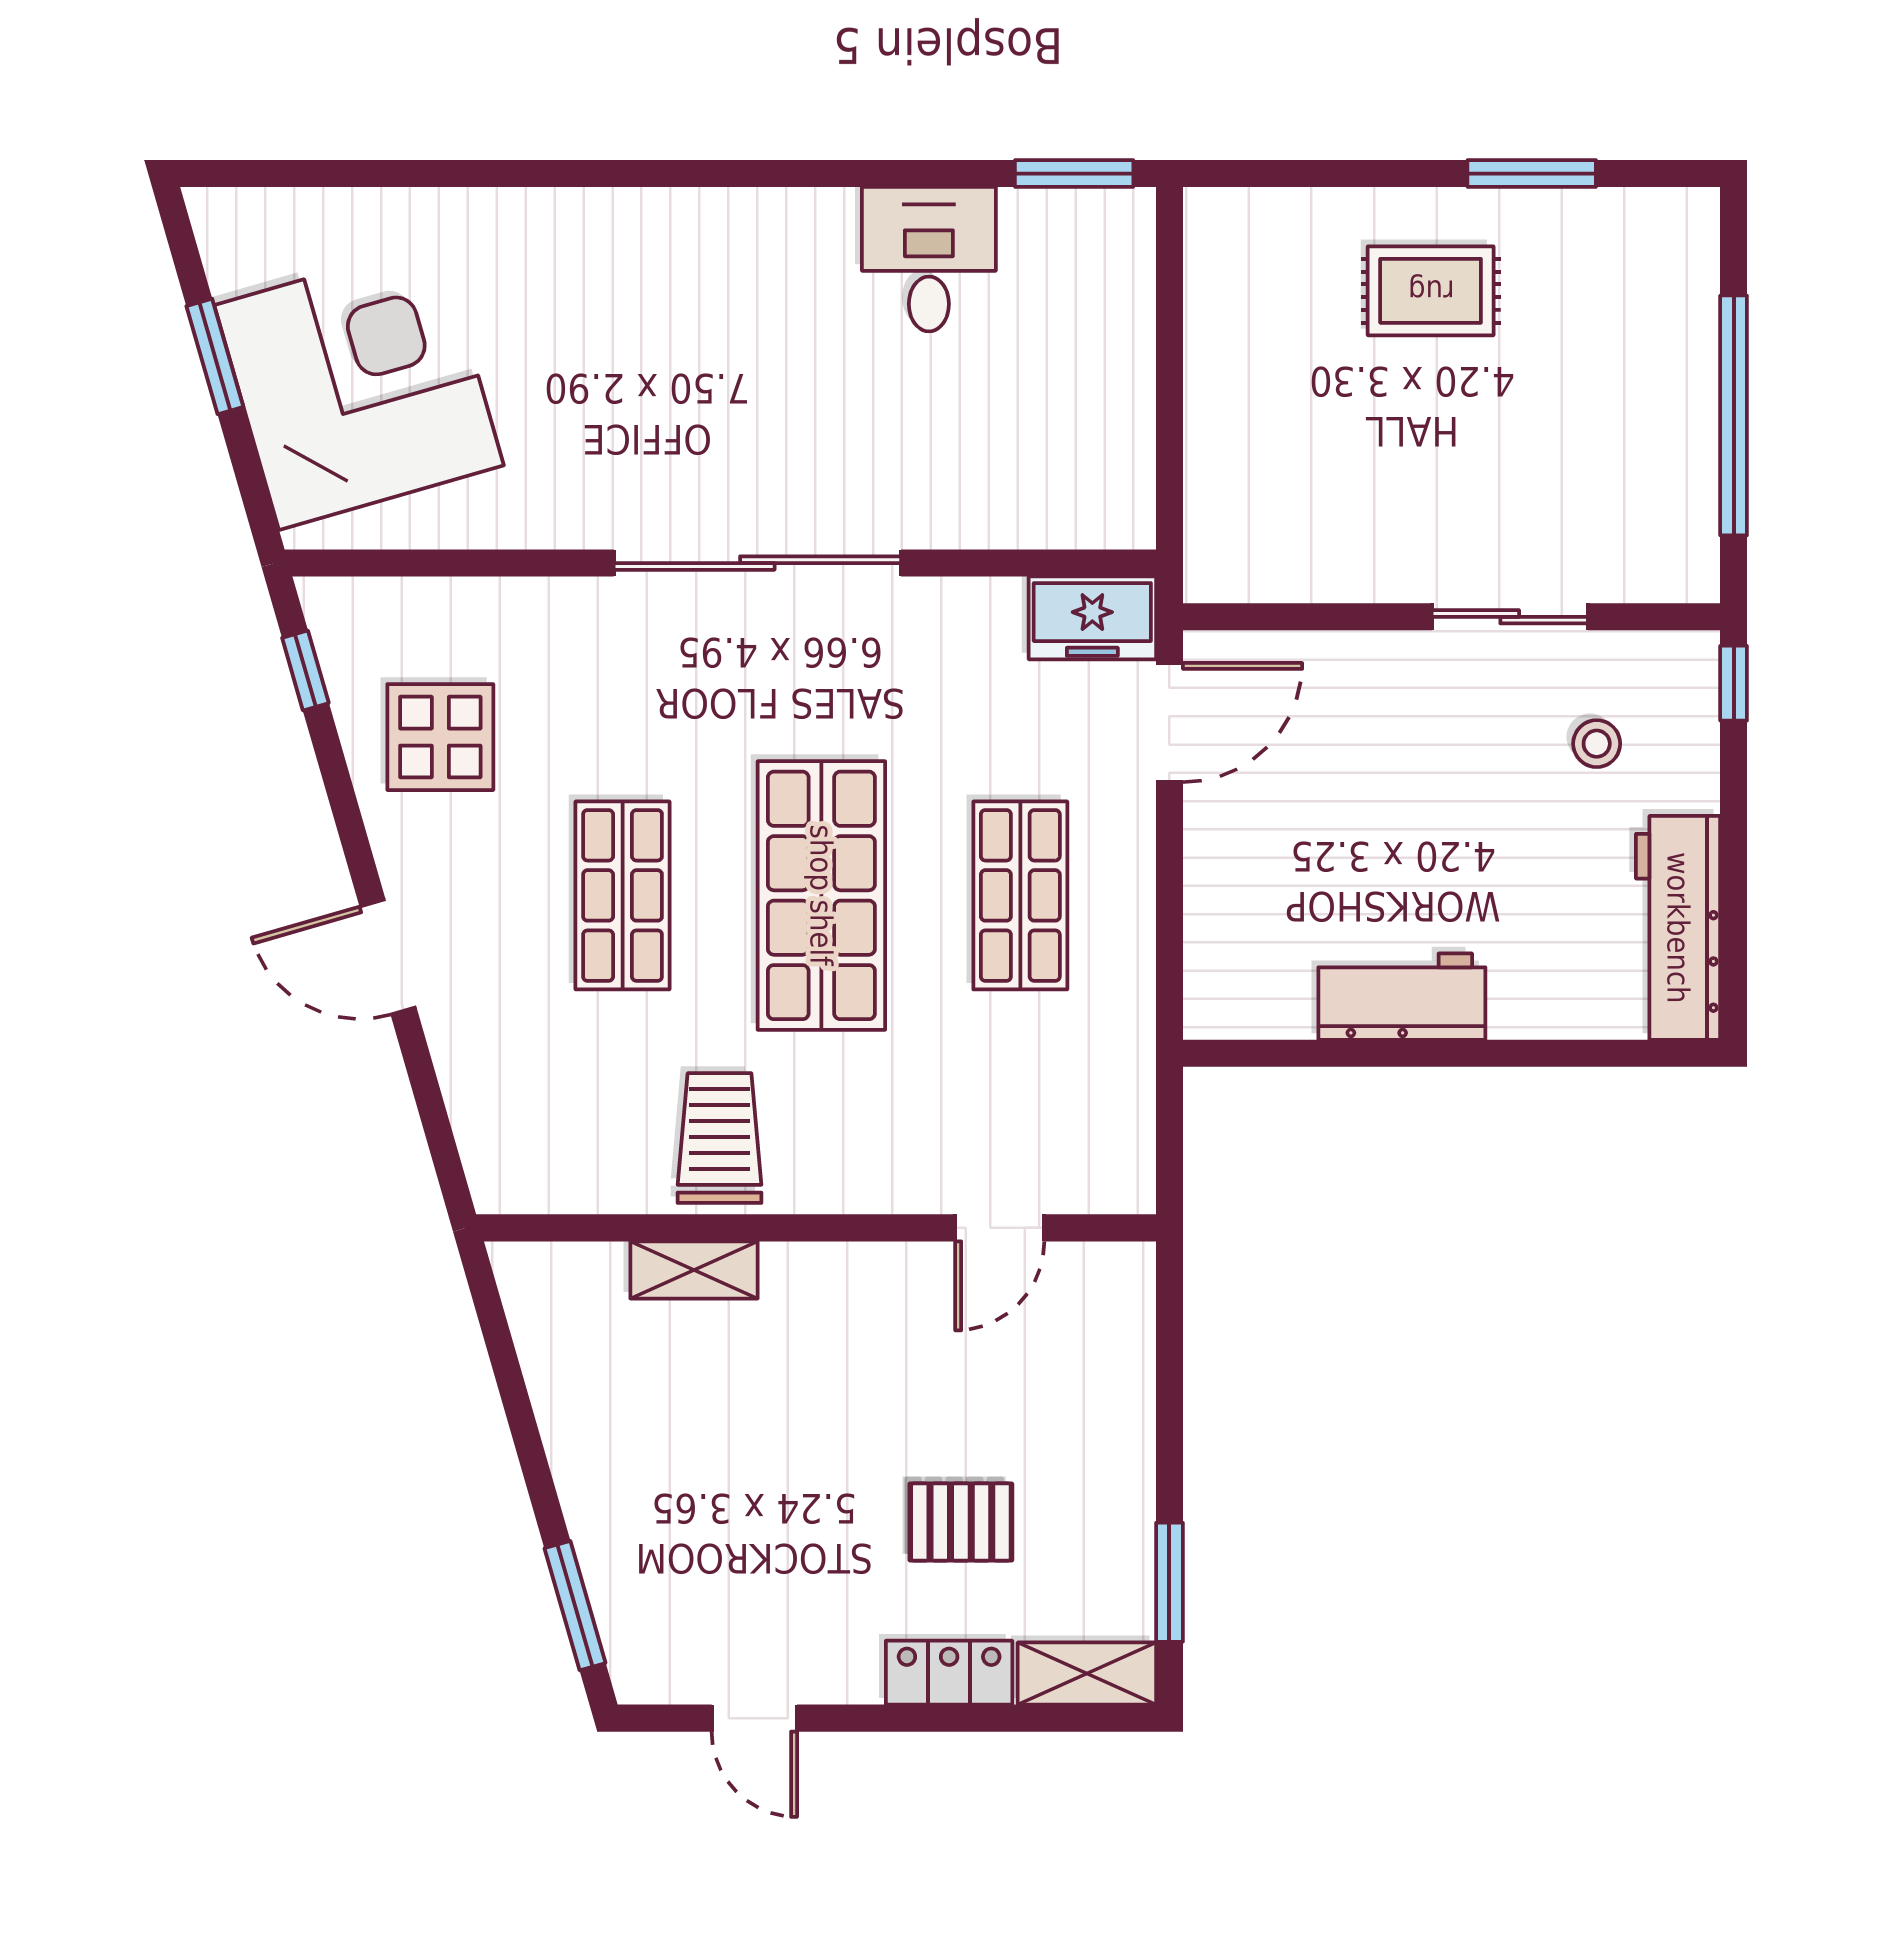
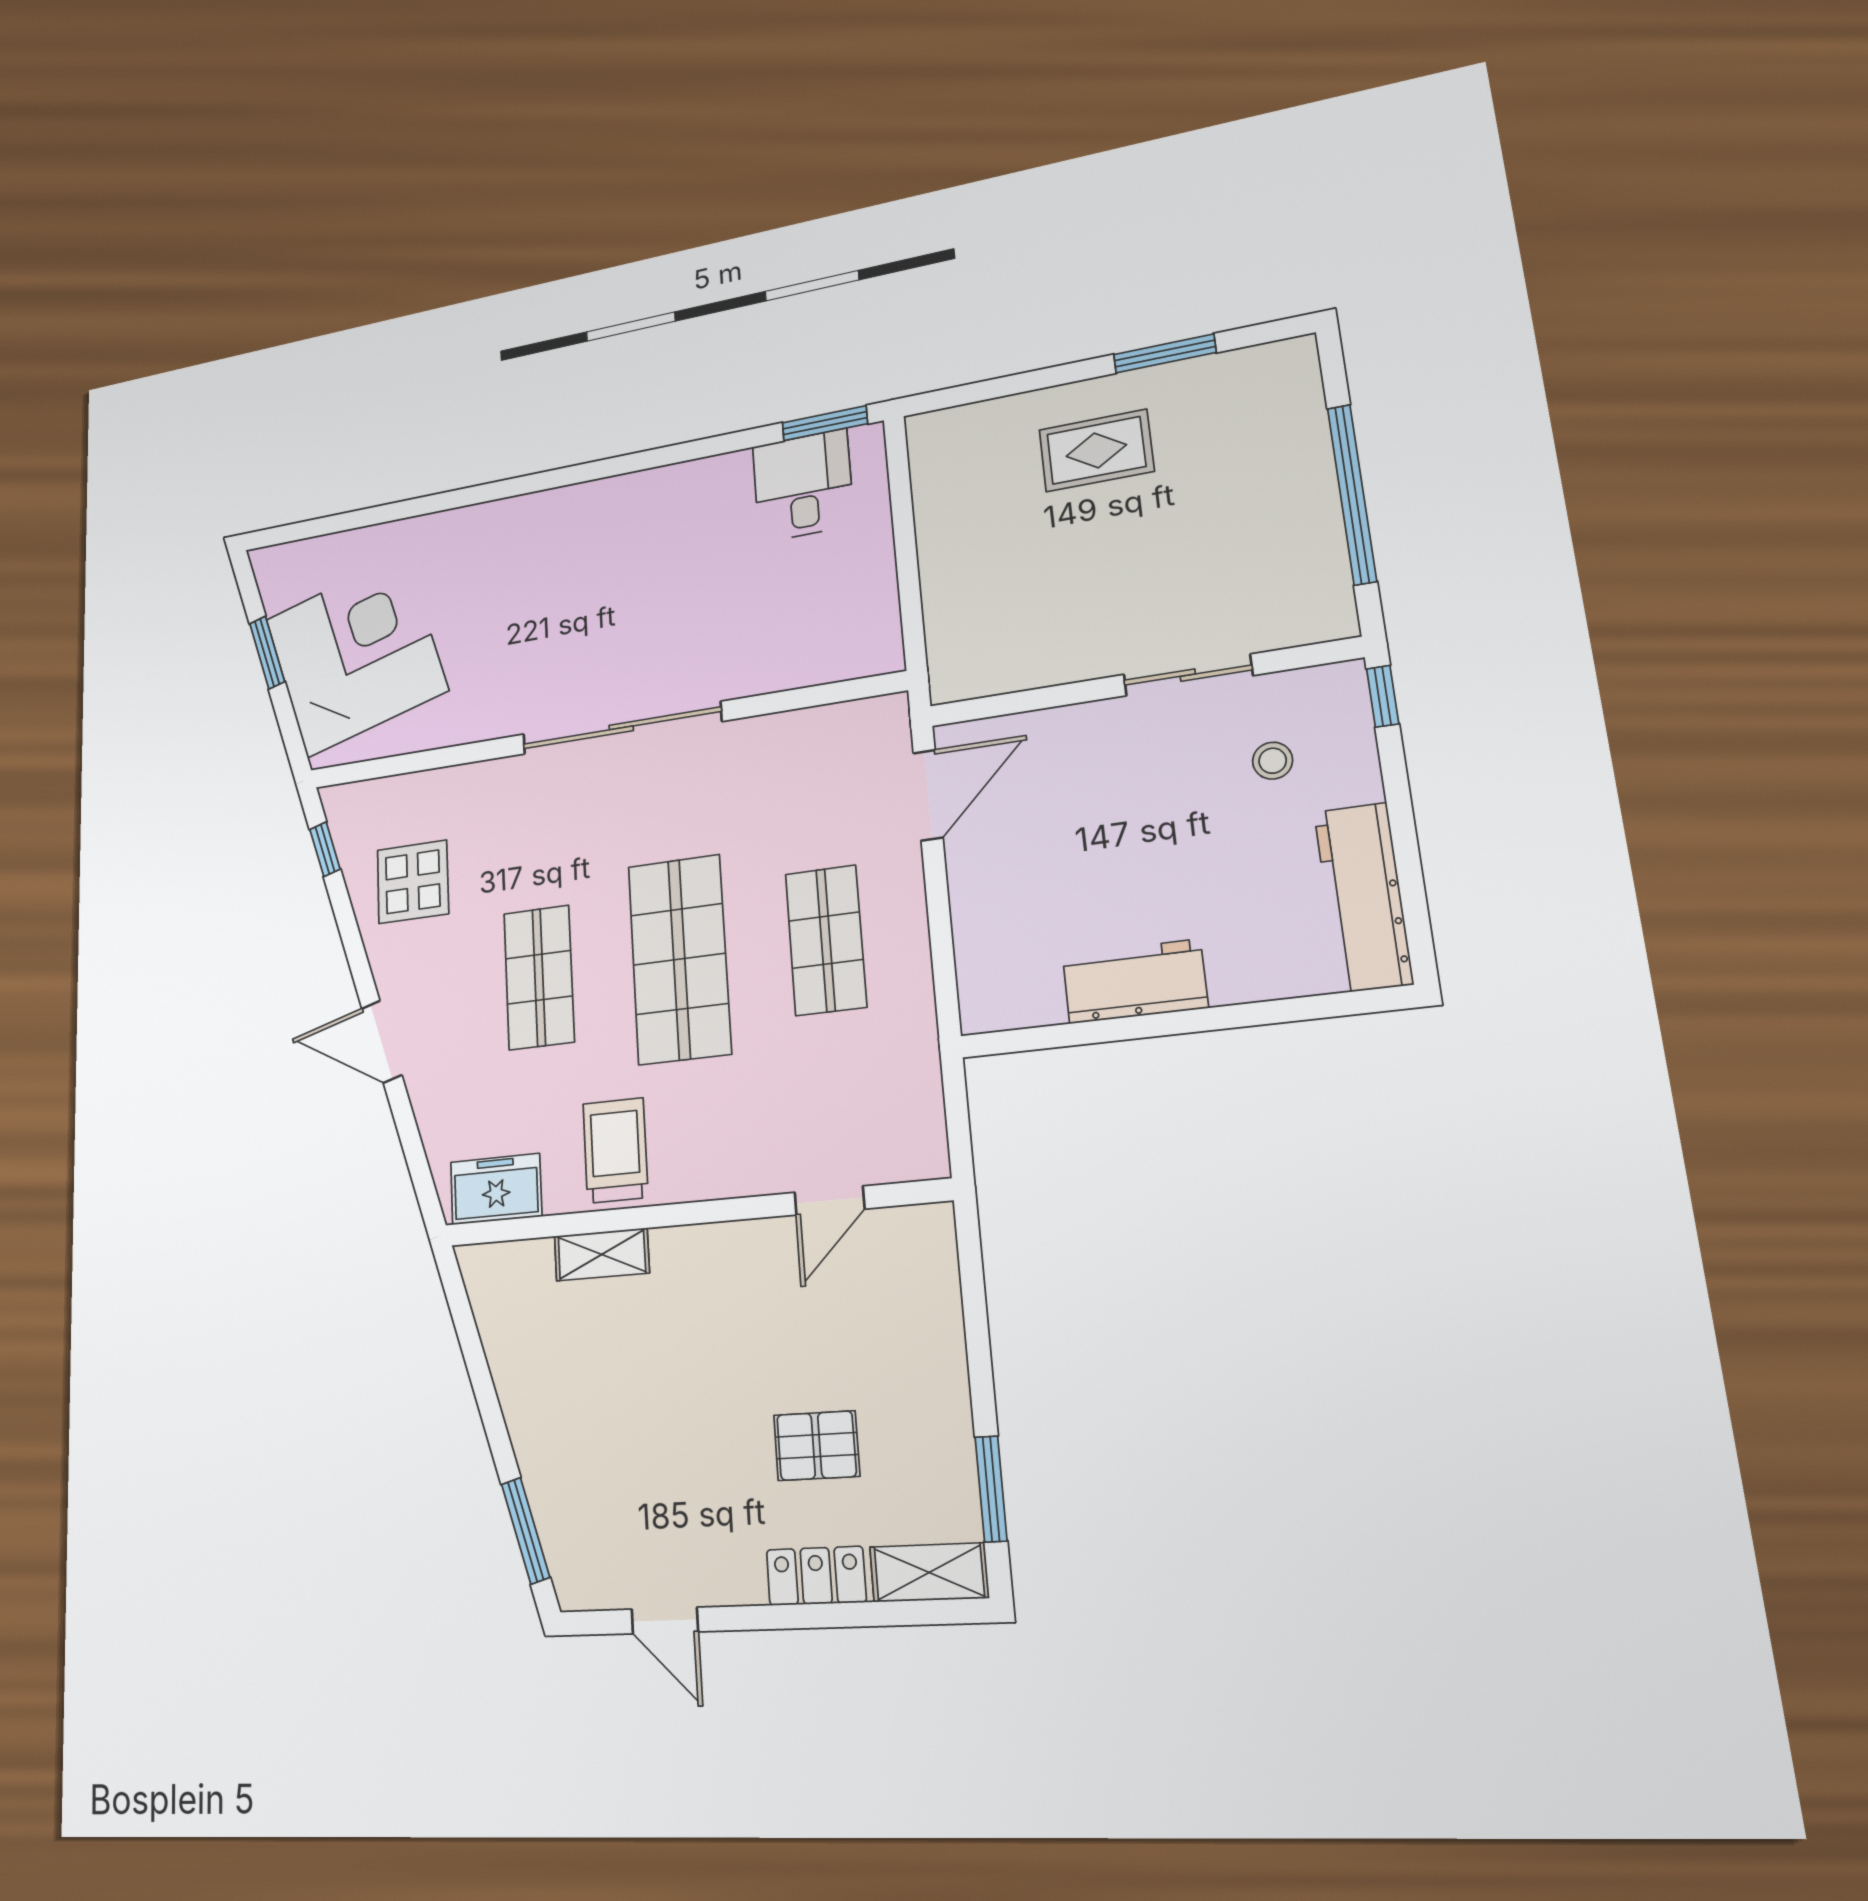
desk: (929, 259) -> (803, 486), moved
freezer: (1092, 618) -> (496, 1189), moved, turned 180

